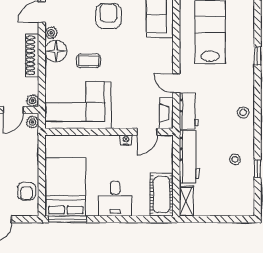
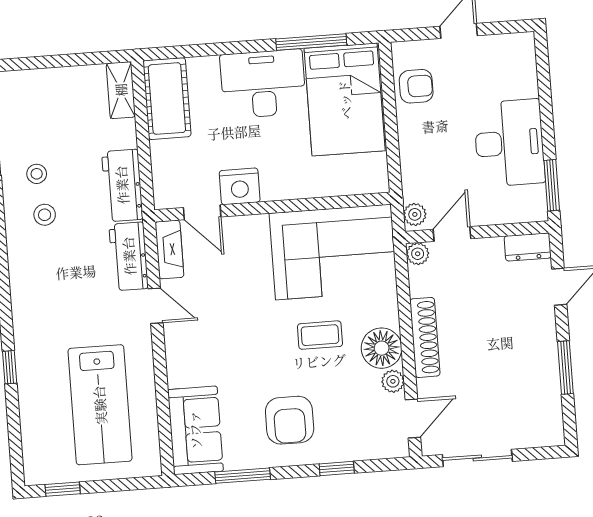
stool: (243, 112) -> (45, 215), moved
door: (147, 132) -> (202, 212), swing flipped
nightstand: (126, 140) -> (240, 186), width x1.89, depth x1.79
workbench: (189, 157) -> (122, 185), width x0.73
armchair: (27, 191) -> (416, 86), turned 90
desk: (115, 199) -> (263, 84), width x1.37
window: (67, 219) -> (311, 42), moved

